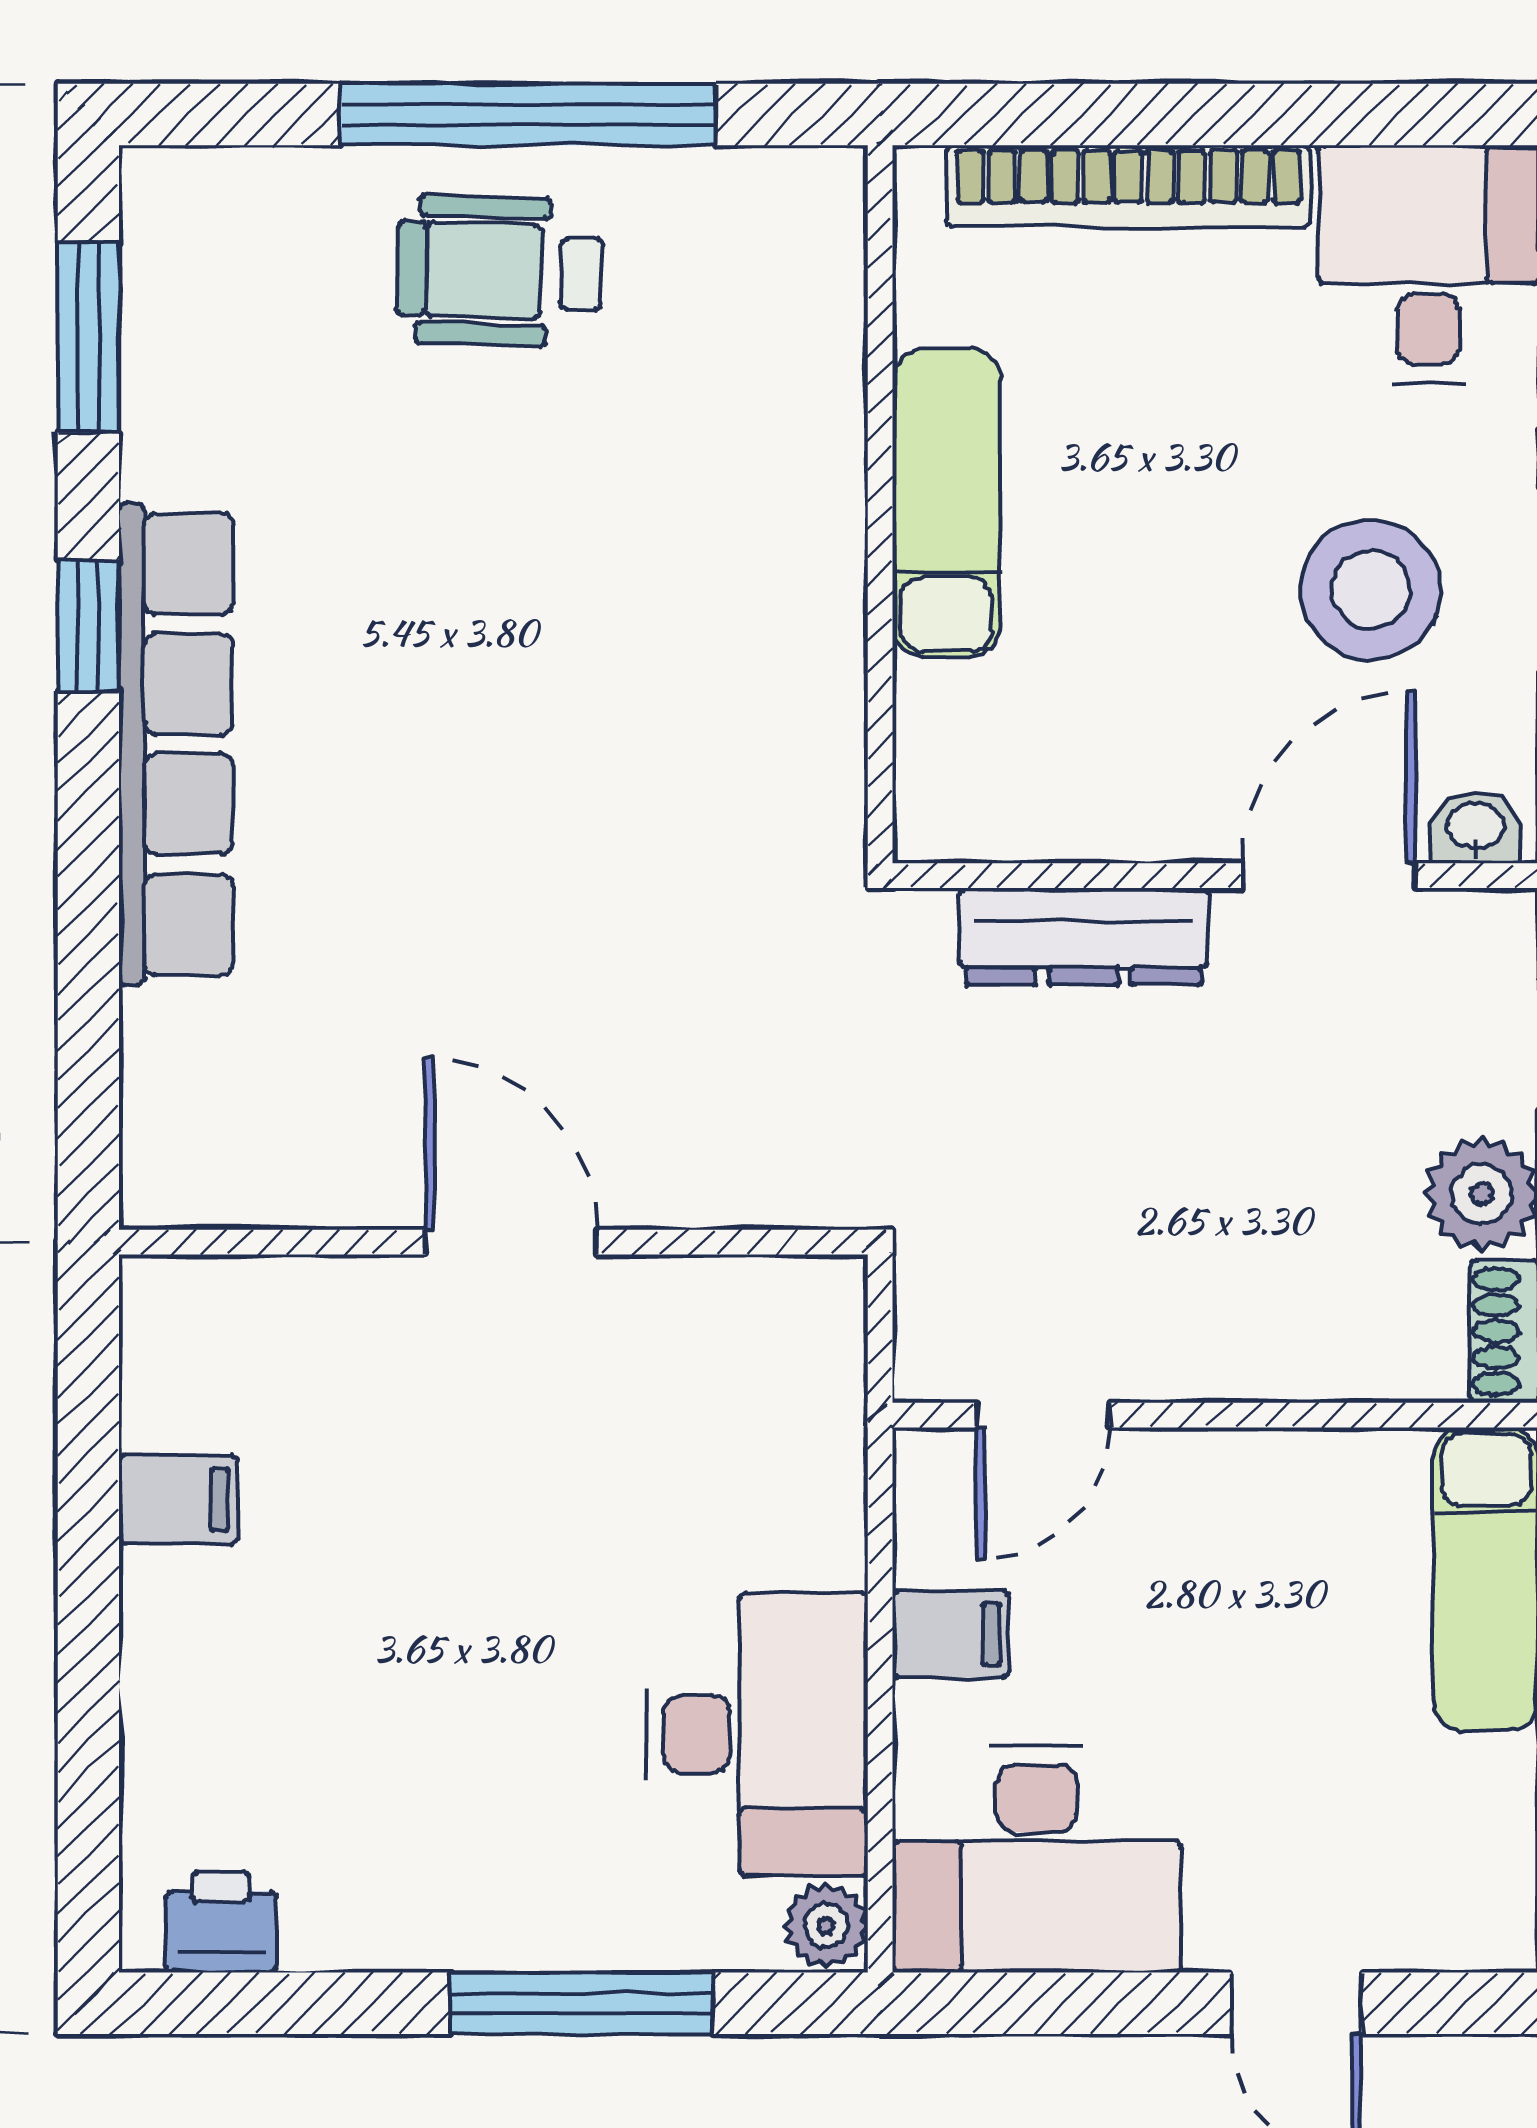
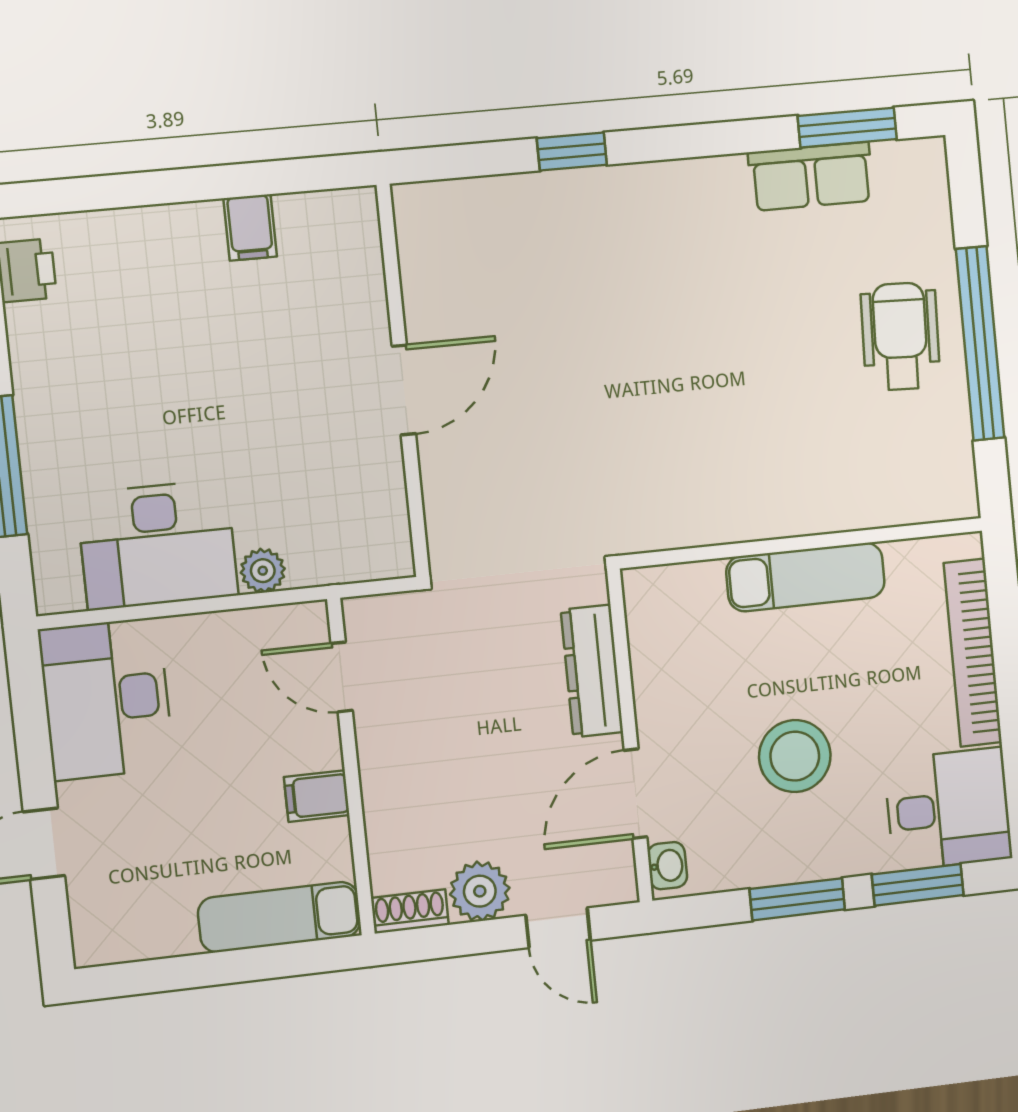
stool: (1371, 590) -> (795, 756), moved
window: (88, 626) -> (572, 152), moved
row of seats: (176, 744) -> (811, 176), moved, width x0.50
door: (1329, 876) -> (635, 794), swing flipped
filing cabinet: (950, 1634) -> (317, 796), moved, turned 90
plant: (826, 1926) -> (263, 571), moved

